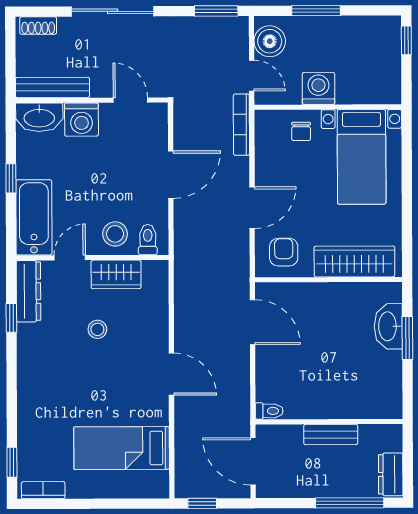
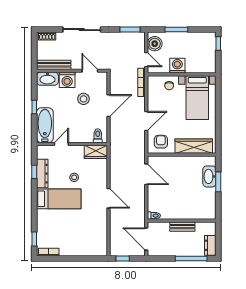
stool: (115, 234) -> (84, 99), moved
wardrobe: (116, 274) -> (96, 152), moved
dresser: (28, 291) -> (42, 174), moved
bed: (122, 448) -> (59, 199), moved, turned 180

